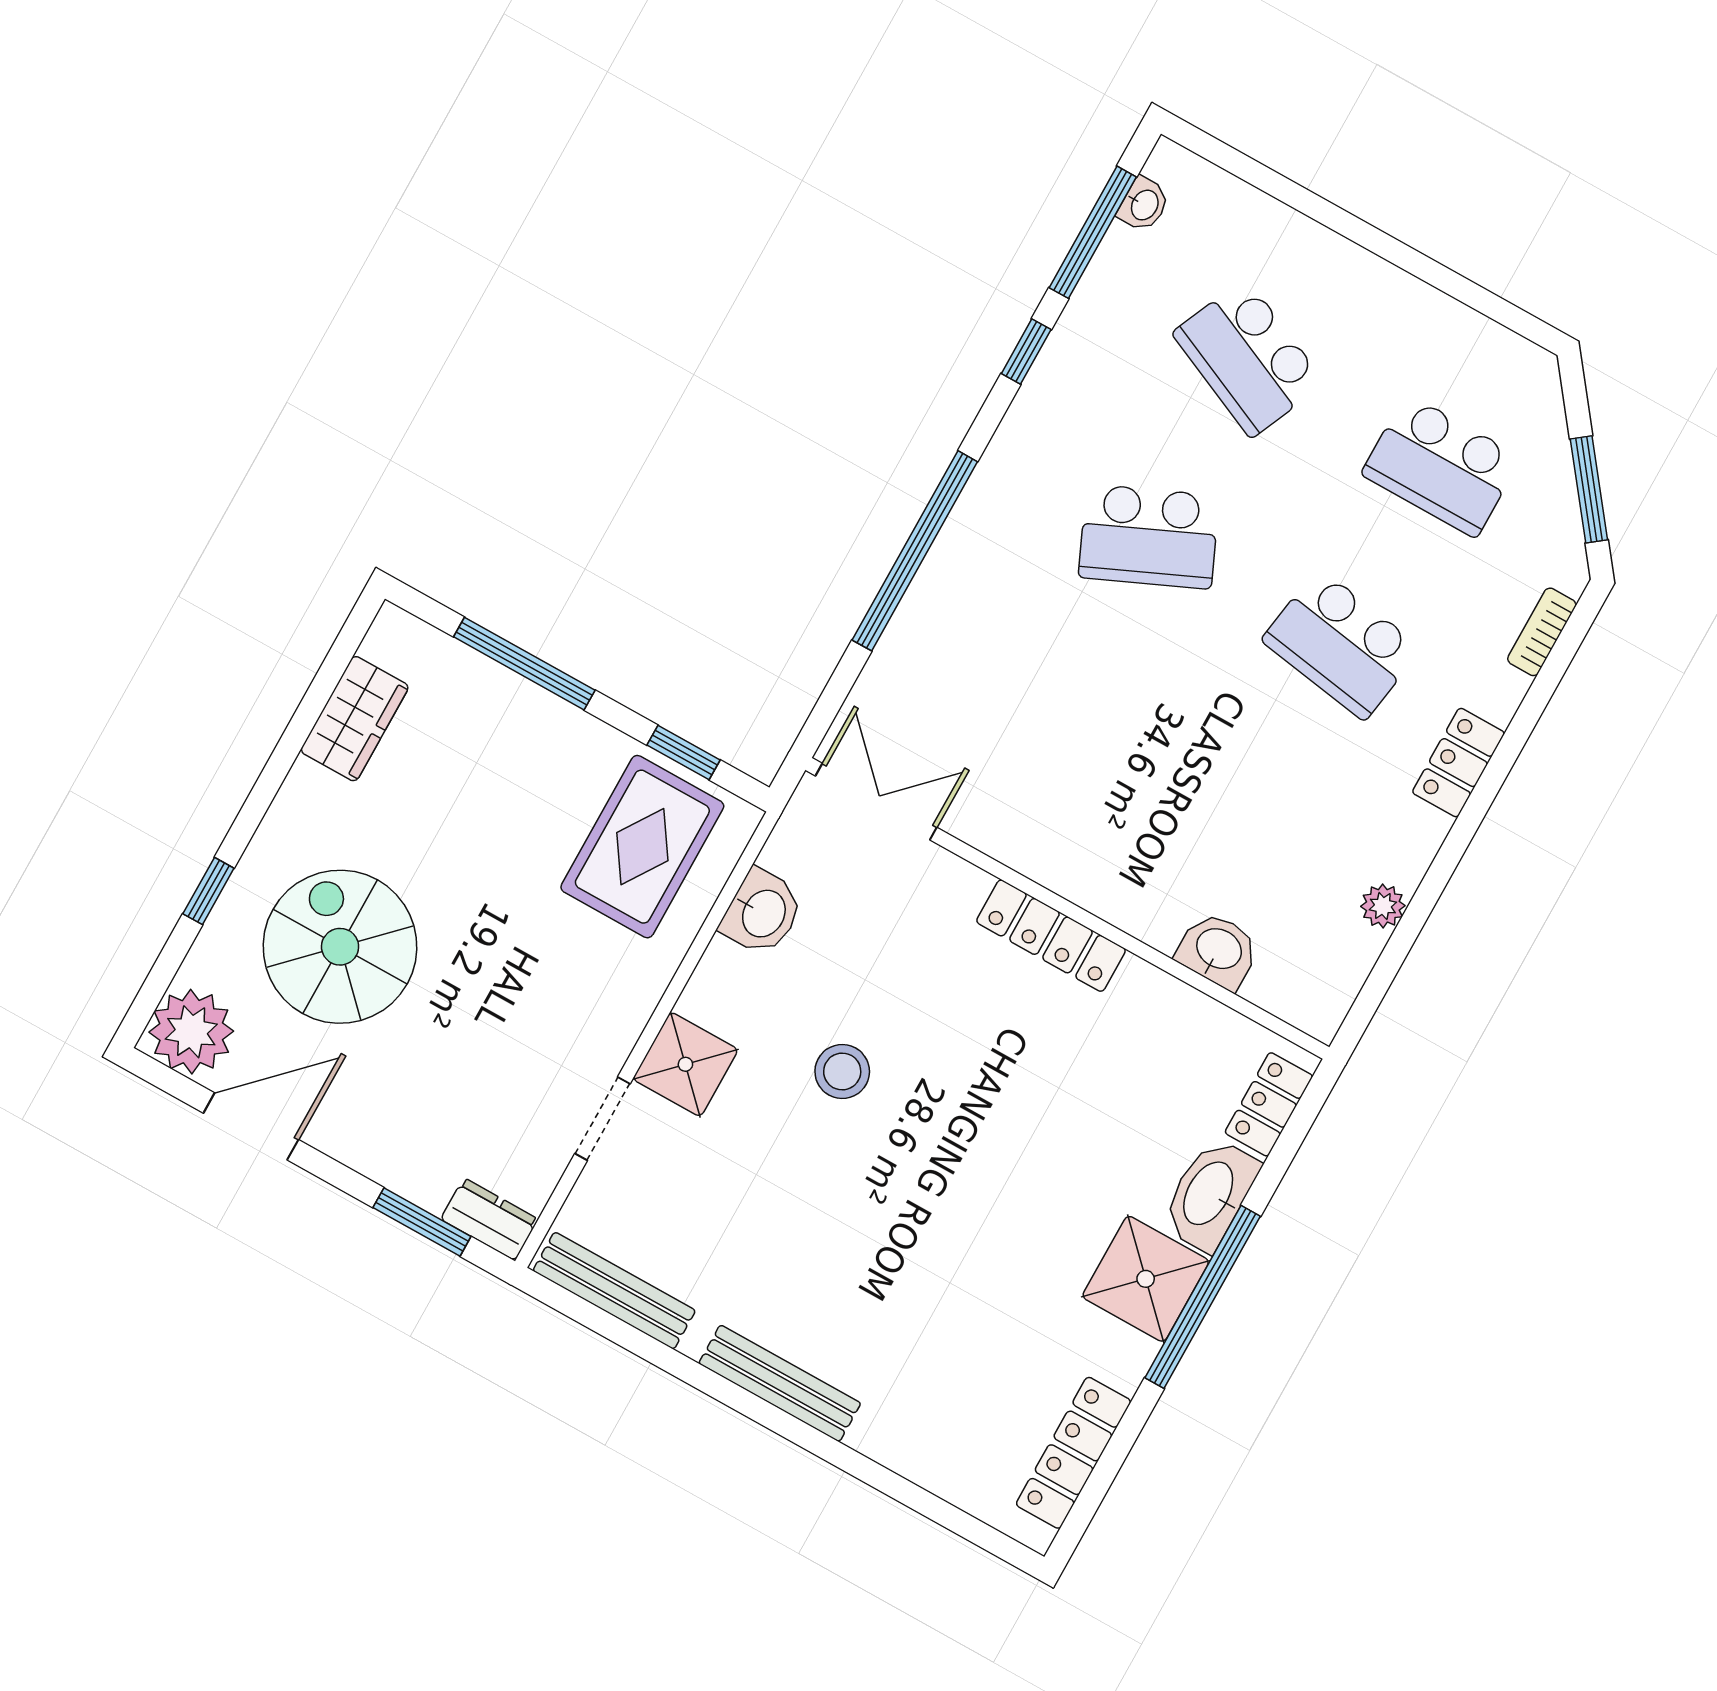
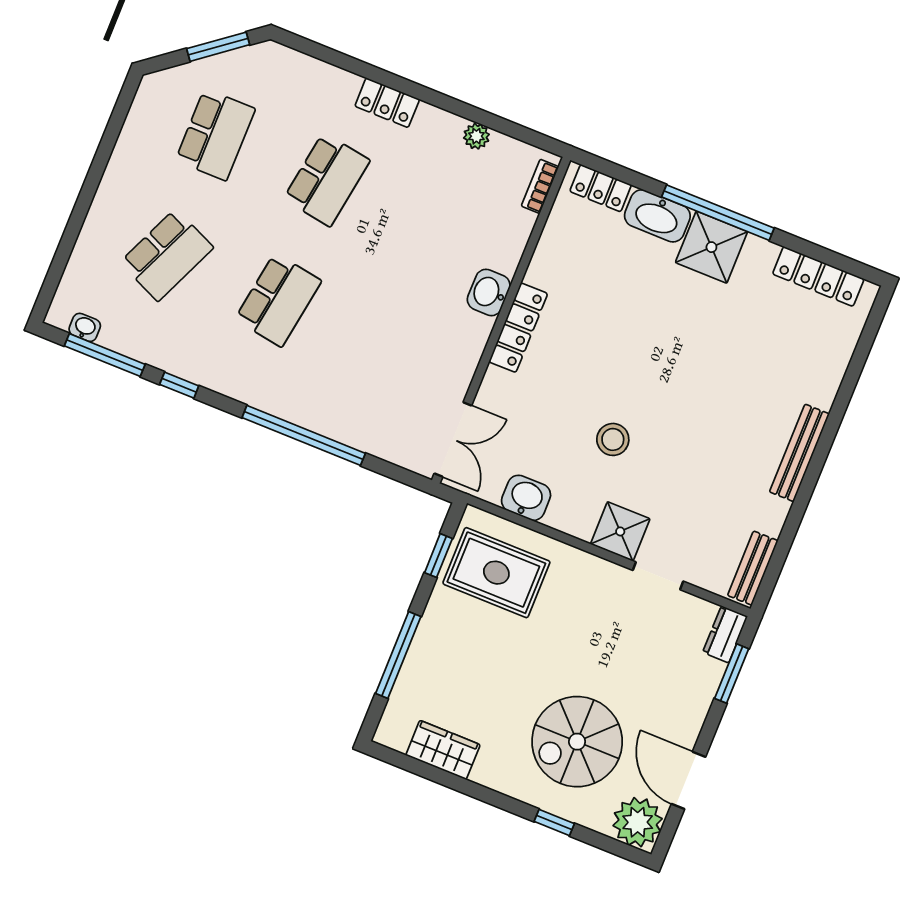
school desk: (1149, 537) -> (278, 300), turned 33
bookcase: (1542, 632) -> (540, 186), moved, turned 90
double door: (876, 802) -> (453, 439), swing flipped
washbasin: (1218, 950) -> (489, 292), moved
bench: (614, 1291) -> (753, 568), width x0.73

